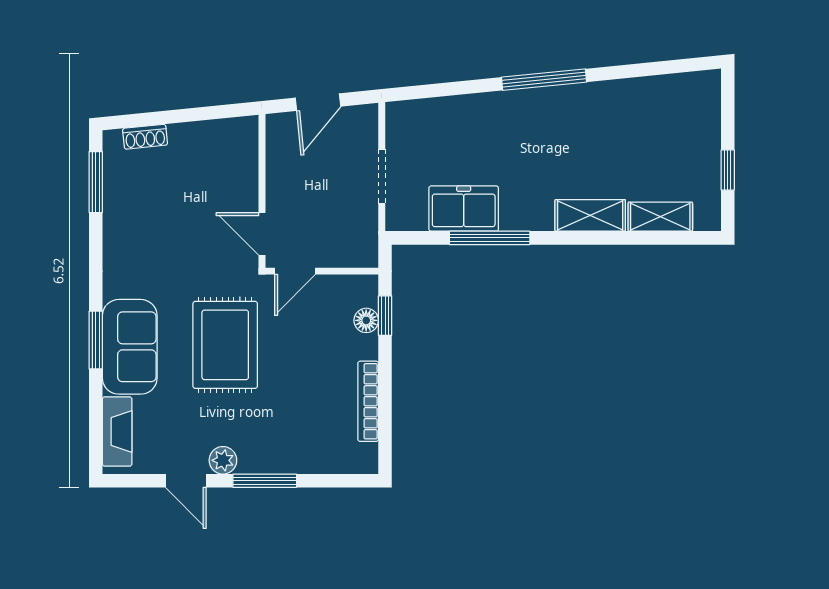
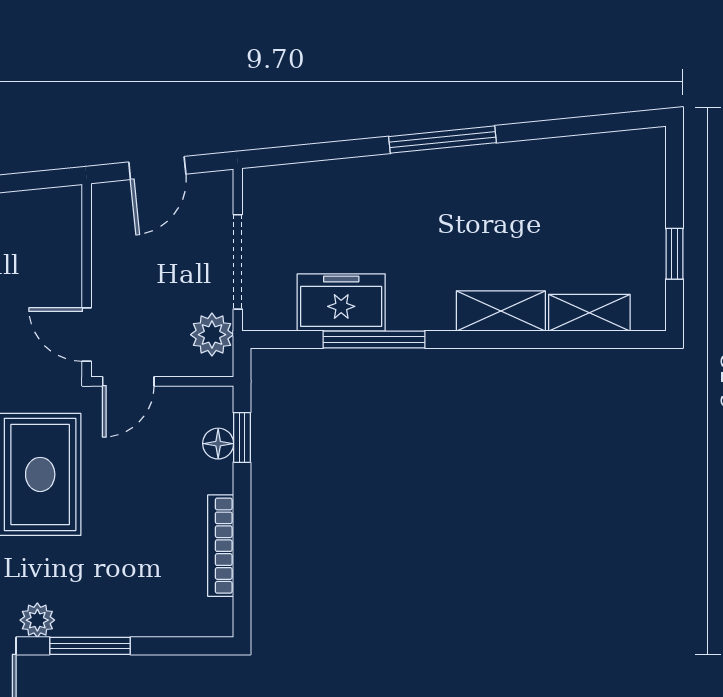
doorway: (382, 176) -> (238, 262), width x1.38
plant: (361, 234) -> (212, 335), added

